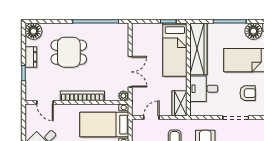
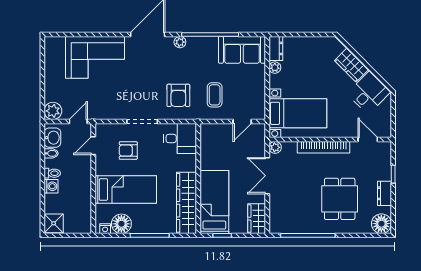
dining table: (69, 52) -> (340, 199), turned 90
desk: (204, 89) -> (180, 138), moved
wardrobe: (180, 103) -> (257, 219), moved, turned 180

